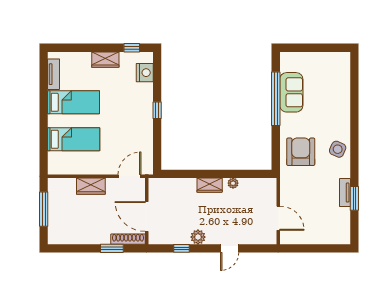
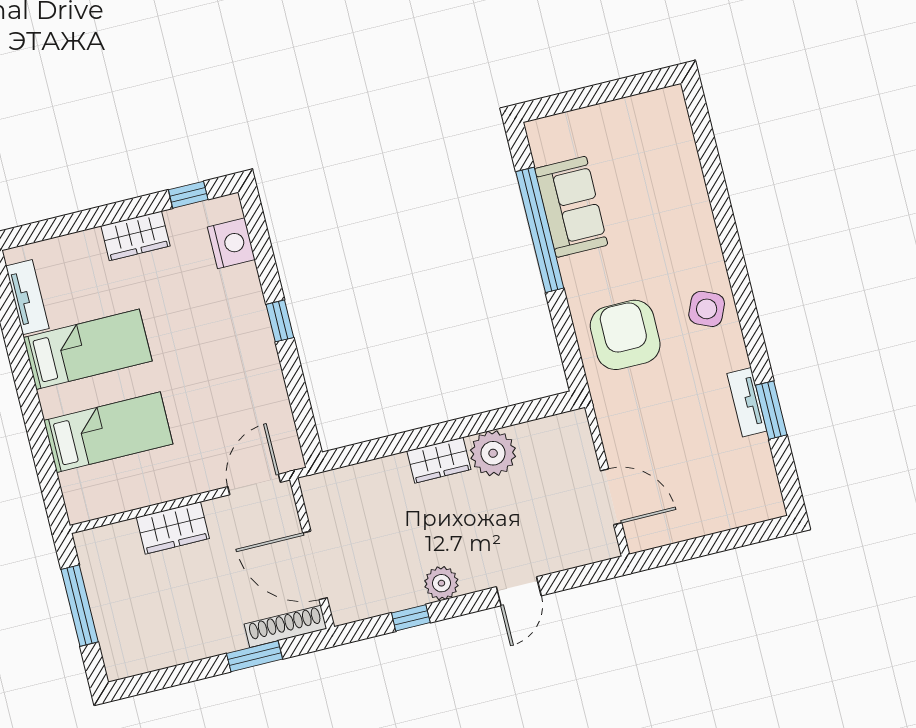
plant: (233, 183) -> (493, 453), width x1.88, depth x1.88

